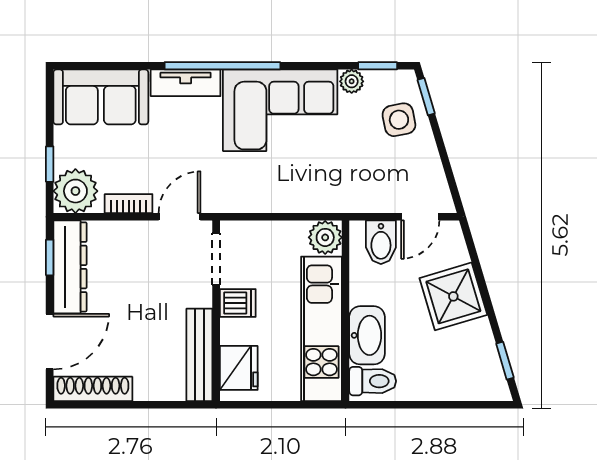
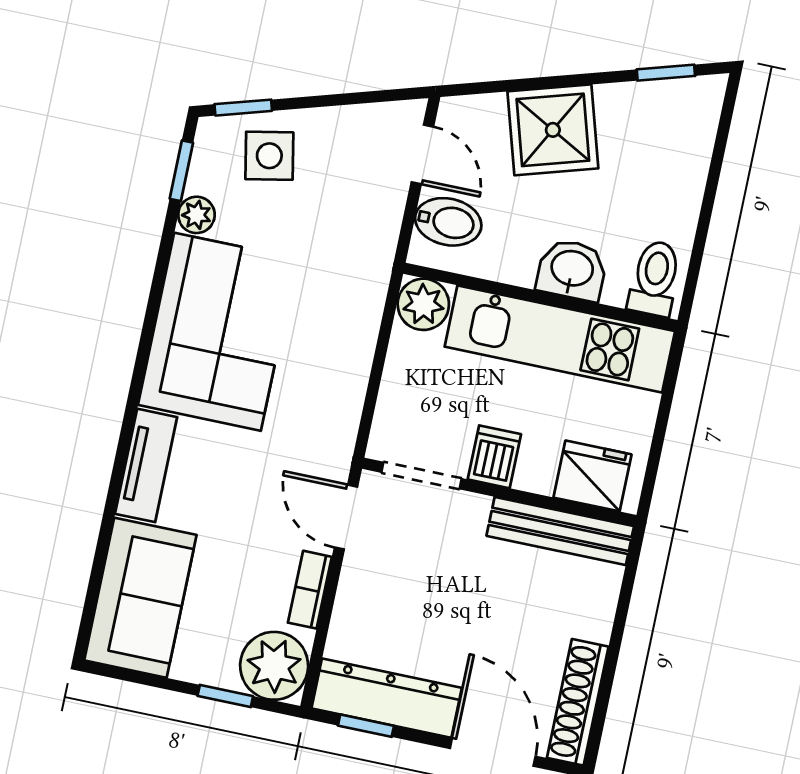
window: (222, 66) -> (132, 405), removed
washbasin: (367, 335) -> (572, 270), width x0.72

